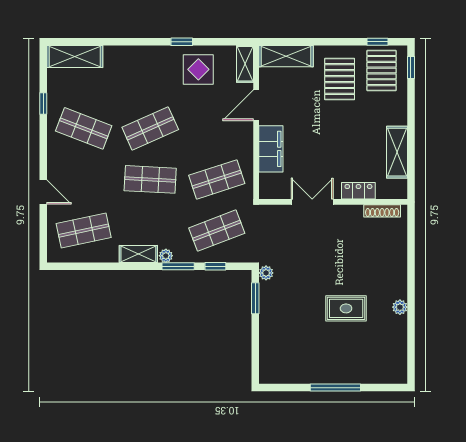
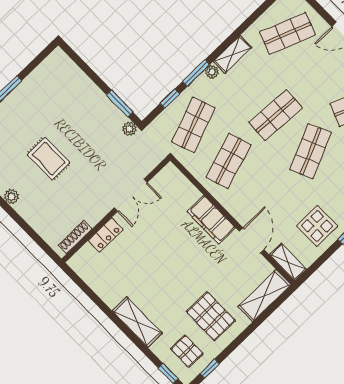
pallet: (382, 71) -> (187, 351), width x0.67, depth x0.71
shelving: (397, 152) -> (137, 322), moved
locker: (358, 191) -> (106, 235), moved
double door: (312, 202) -> (131, 195), moved
wall: (333, 202) -> (116, 210), moved
shoe rack: (382, 211) -> (75, 237), moved
shop shelf: (84, 231) -> (287, 33), turned 33
rug: (346, 308) -> (49, 159), turned 90

